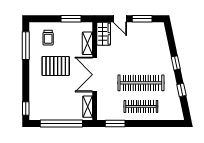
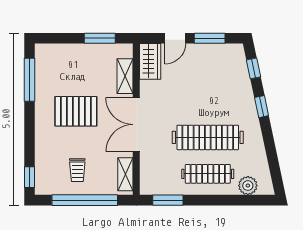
door: (120, 19) -> (175, 38), hinge flipped
trolley: (48, 38) -> (77, 170), moved
window: (181, 90) -> (253, 68), moved
plant: (167, 114) -> (248, 186), added

